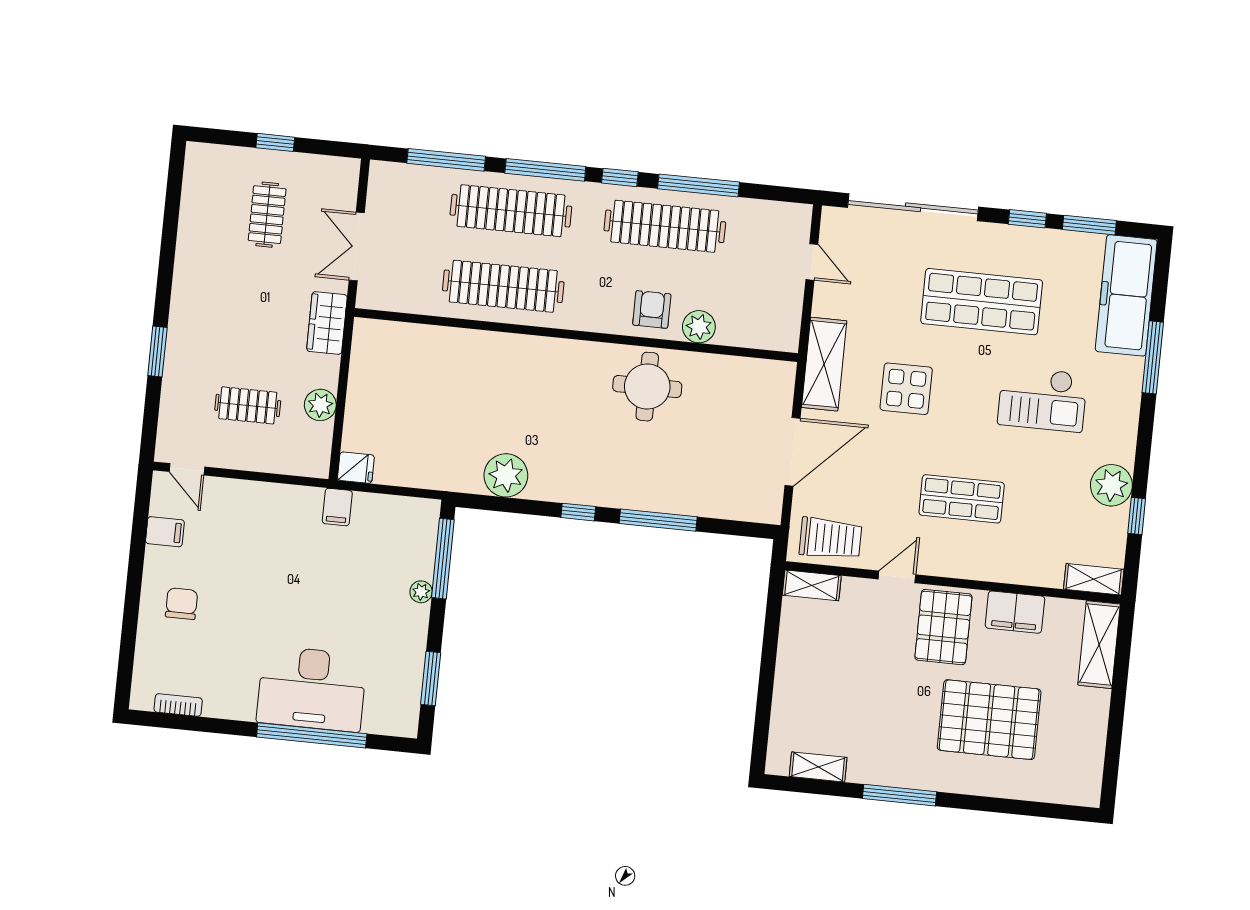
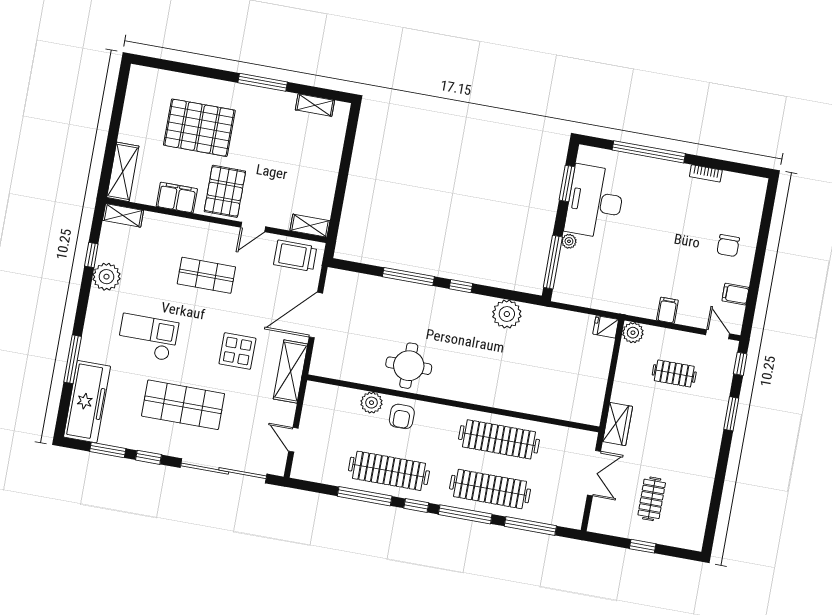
plant: (320, 405) -> (633, 333), moved
window: (150, 427) -> (740, 364), added
filing cabinet: (337, 507) -> (667, 310), moved
desk: (312, 689) -> (595, 202), moved, turned -90
bookcase: (178, 705) -> (706, 173), moved

